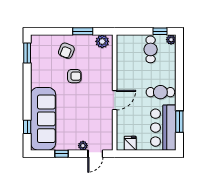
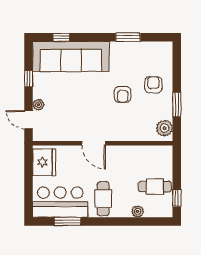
plant: (171, 40) -> (138, 211), moved
armchair: (66, 51) -> (153, 85), turned 68
window: (27, 53) -> (128, 37), moved
fridge: (130, 143) -> (44, 162), width x1.88, depth x1.34

